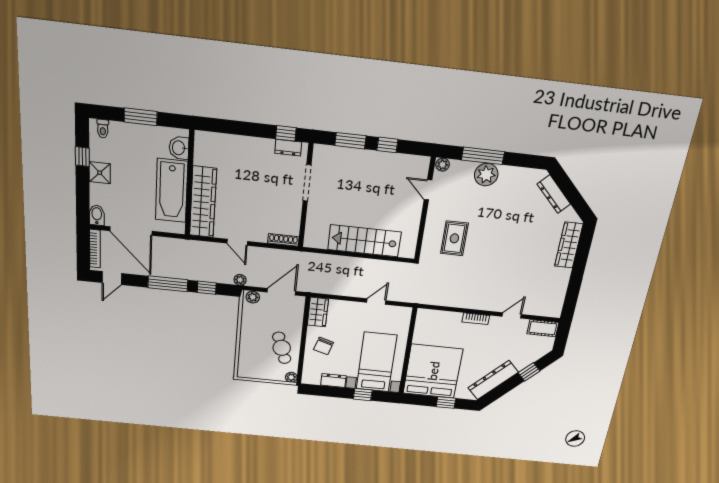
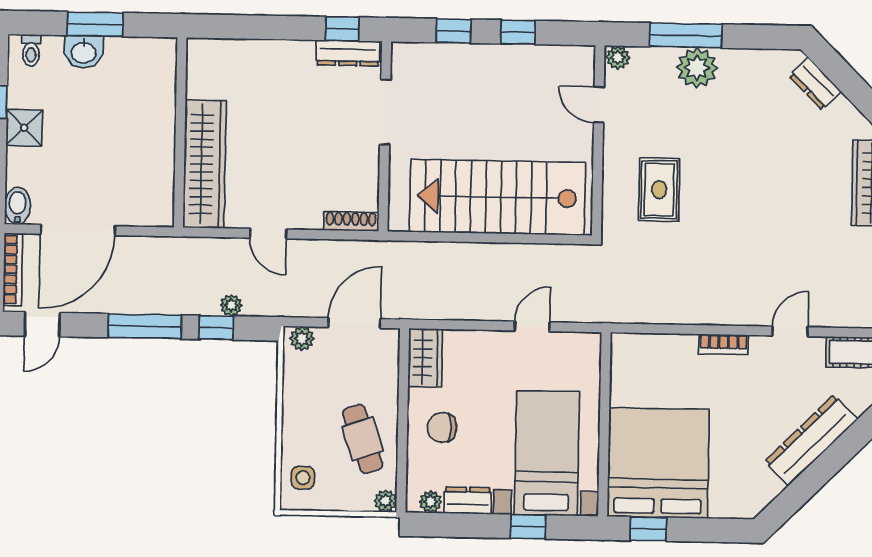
window: (350, 141) -> (454, 31), width x0.67
washbasin: (179, 148) -> (84, 52), moved, turned -90
dresser: (288, 148) -> (348, 53), width x1.44
bathtub: (172, 191) -> (149, 148), removed
dresser: (554, 194) -> (815, 84), width x0.70
door: (131, 231) -> (78, 230), hinge flipped
stairs: (364, 241) -> (497, 197), width x1.36, depth x1.51
plant: (240, 280) -> (231, 305), moved
chair: (324, 346) -> (442, 427), turned 73
side table: (249, 363) -> (303, 478), added
window: (529, 372) -> (845, 447), removed
plant: (314, 380) -> (430, 502), added
dresser: (493, 380) -> (811, 440), moved
window: (446, 403) -> (648, 529), moved

